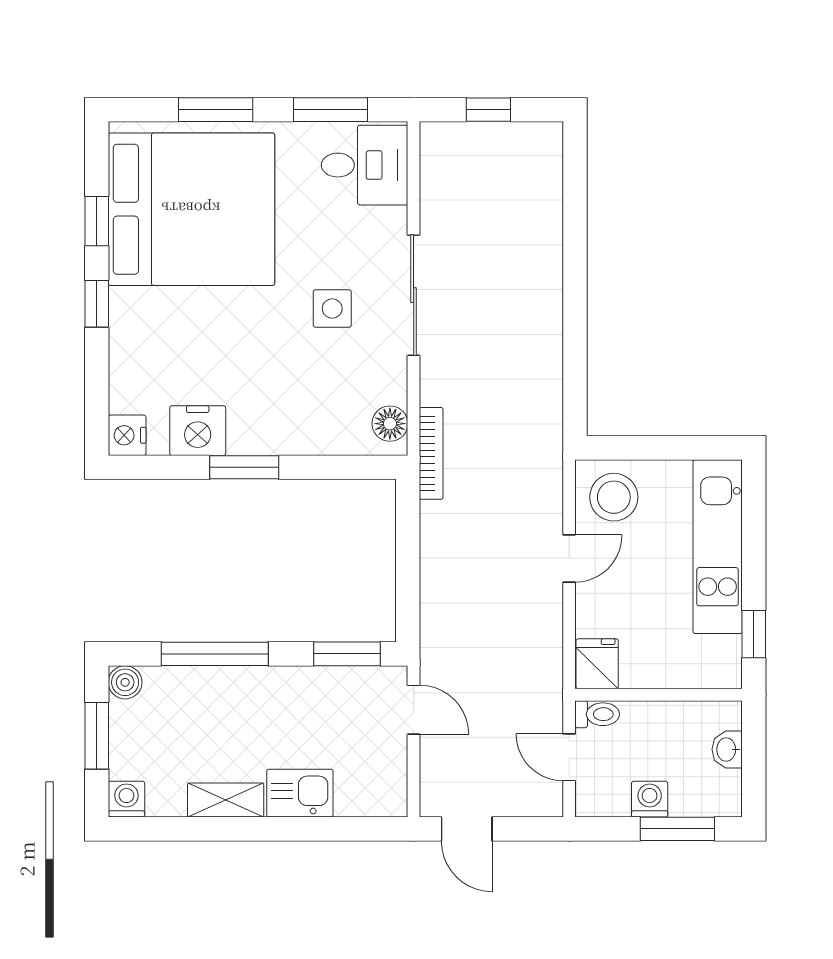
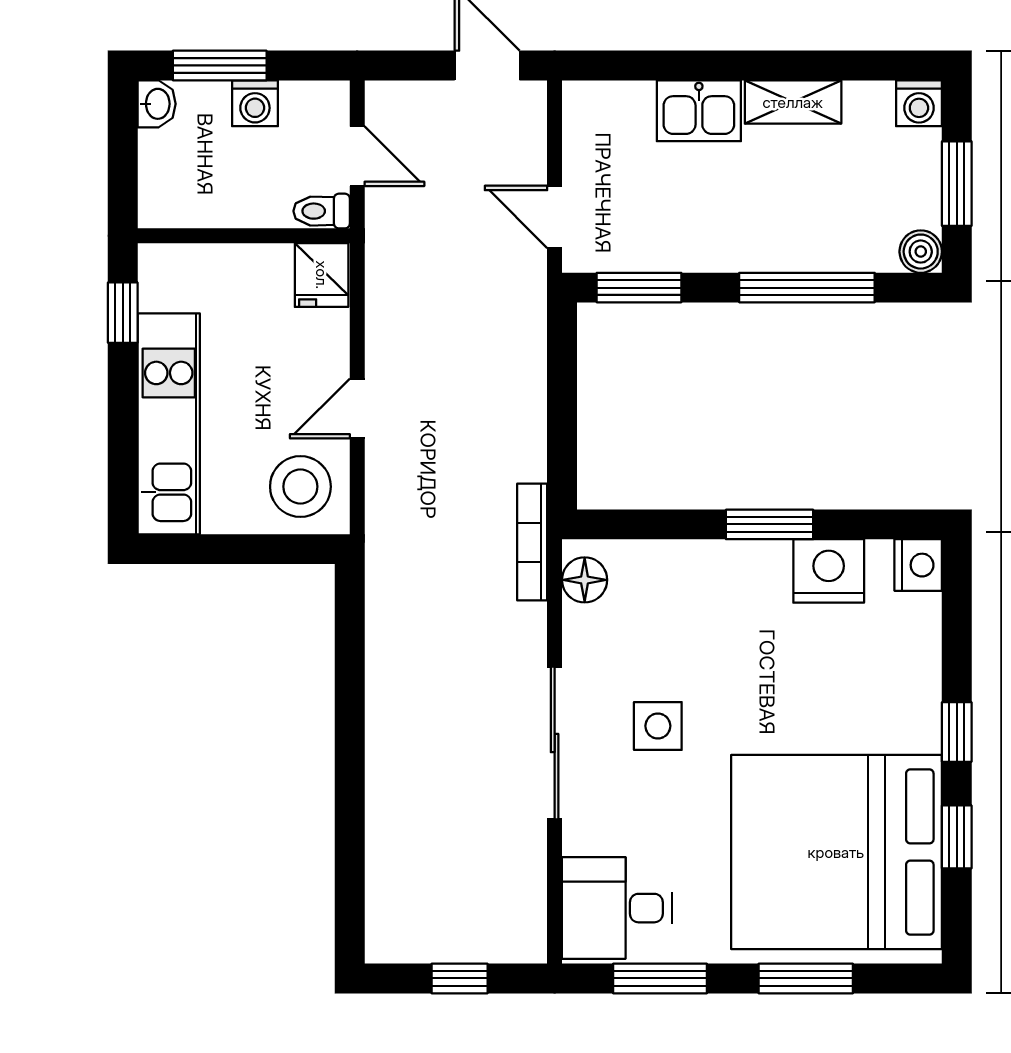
washbasin: (727, 749) -> (157, 104), moved

